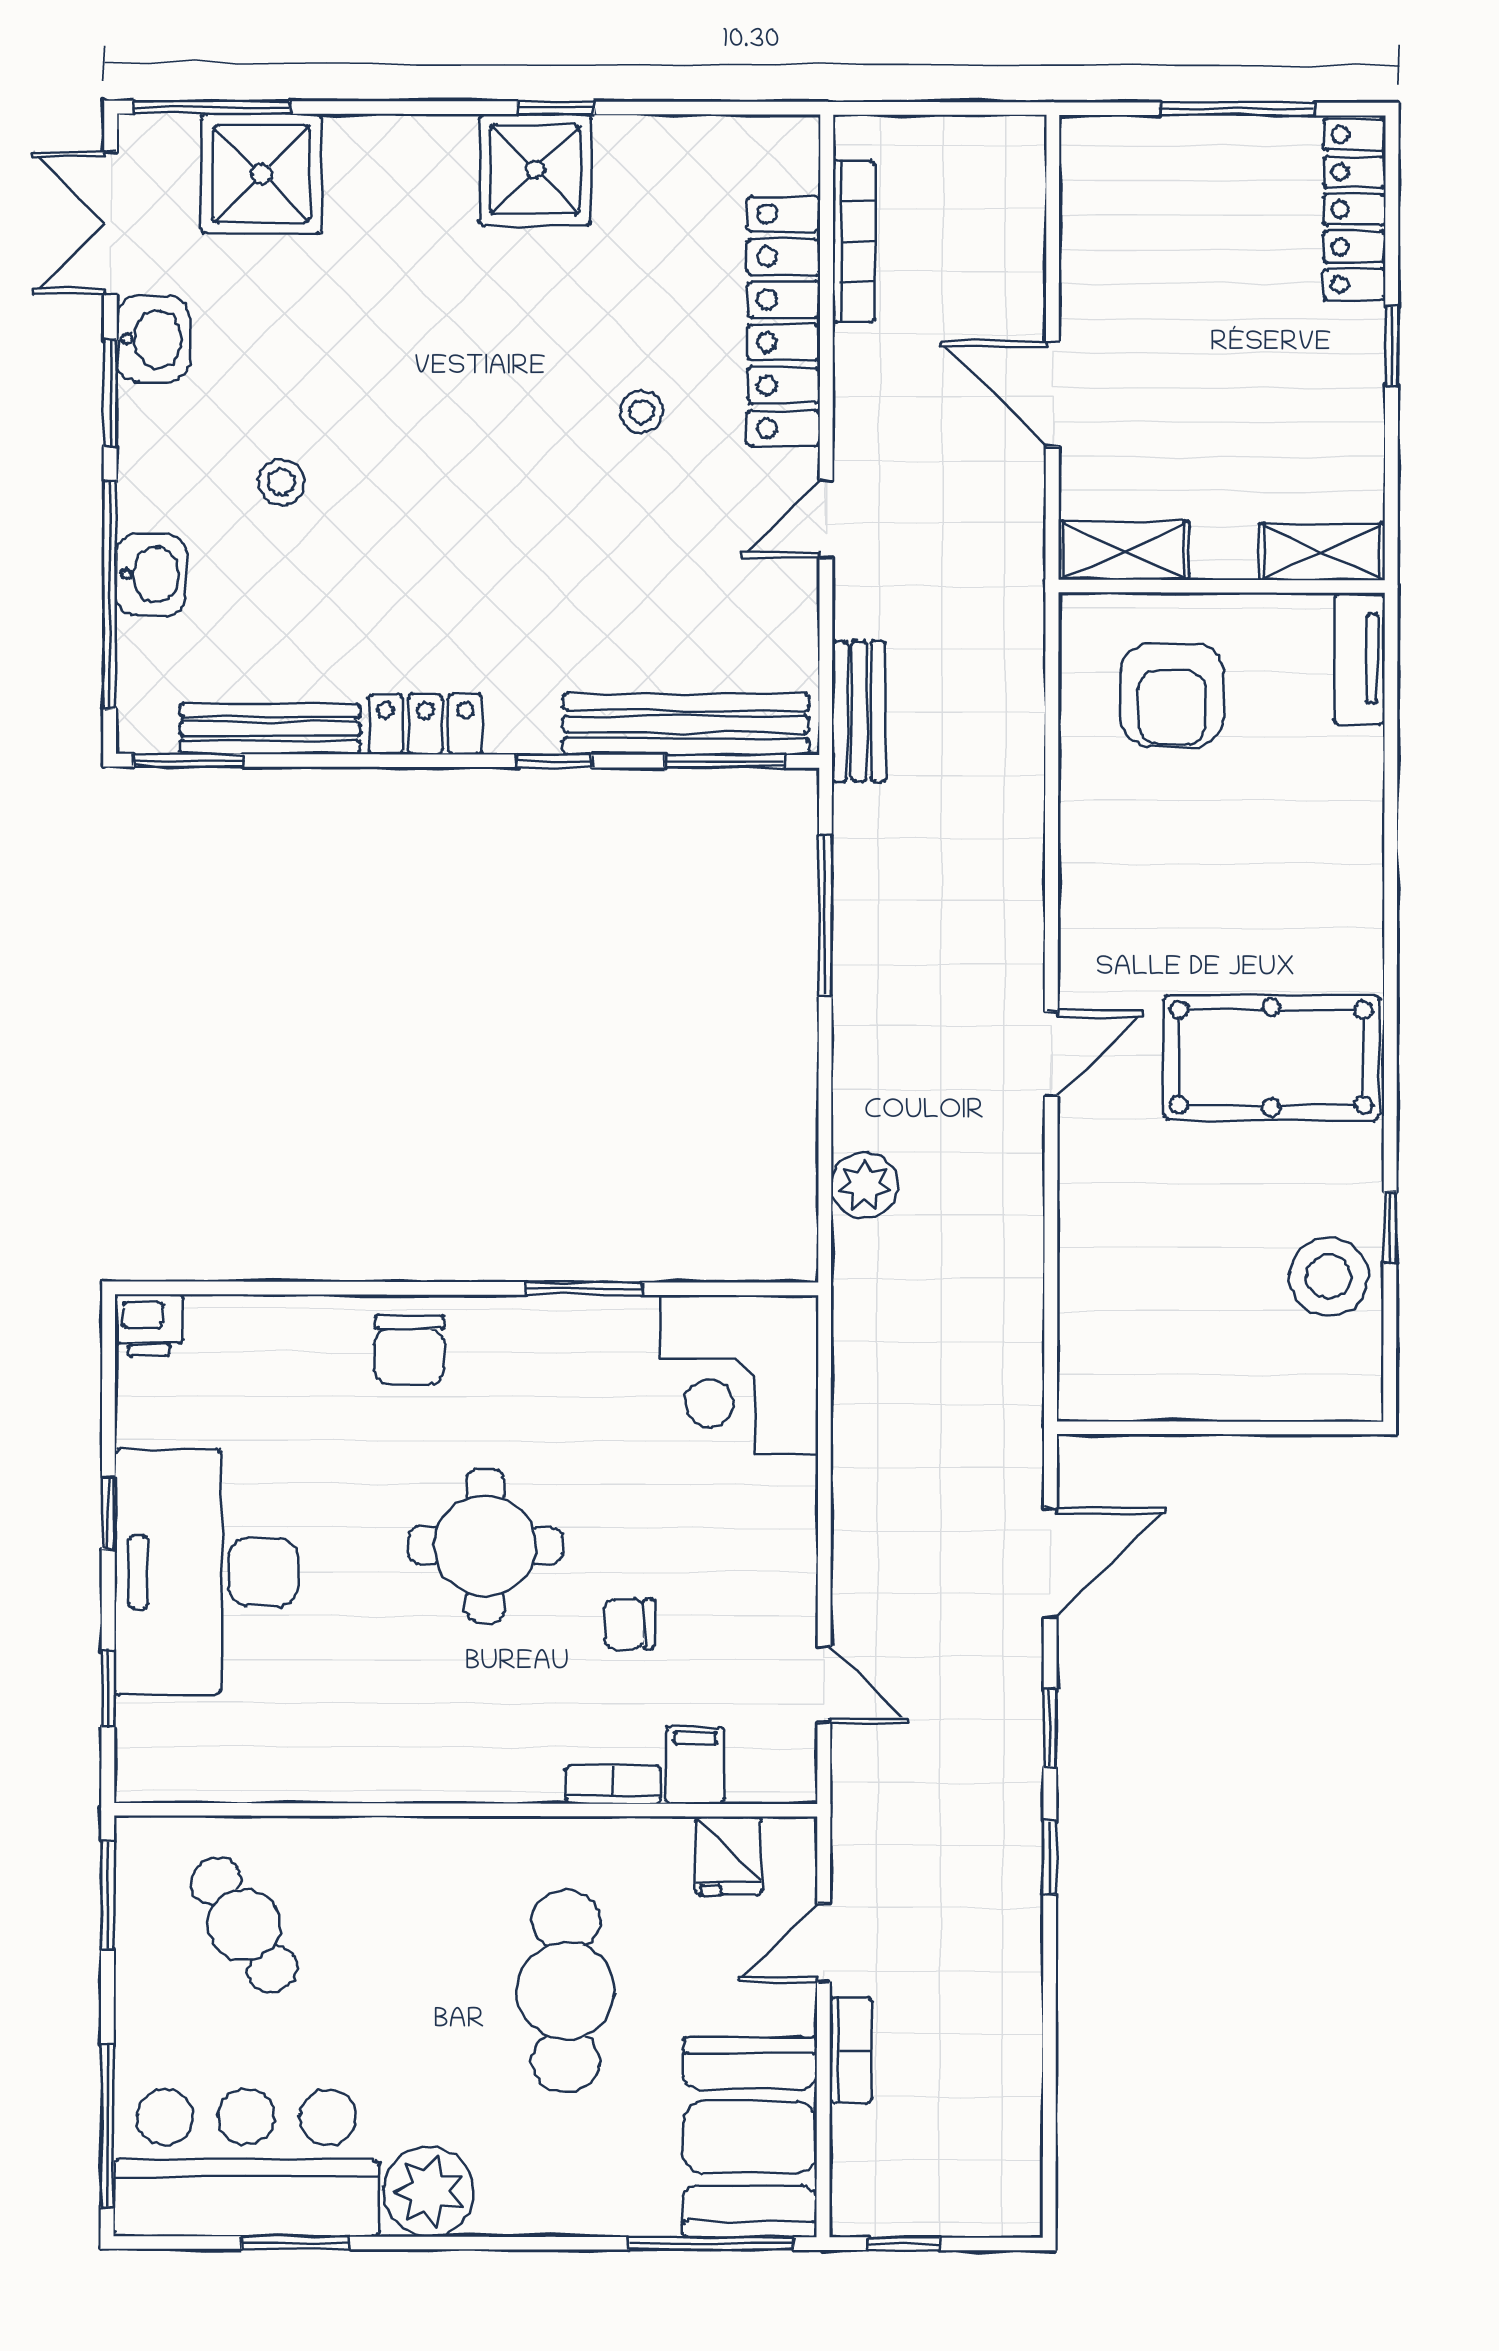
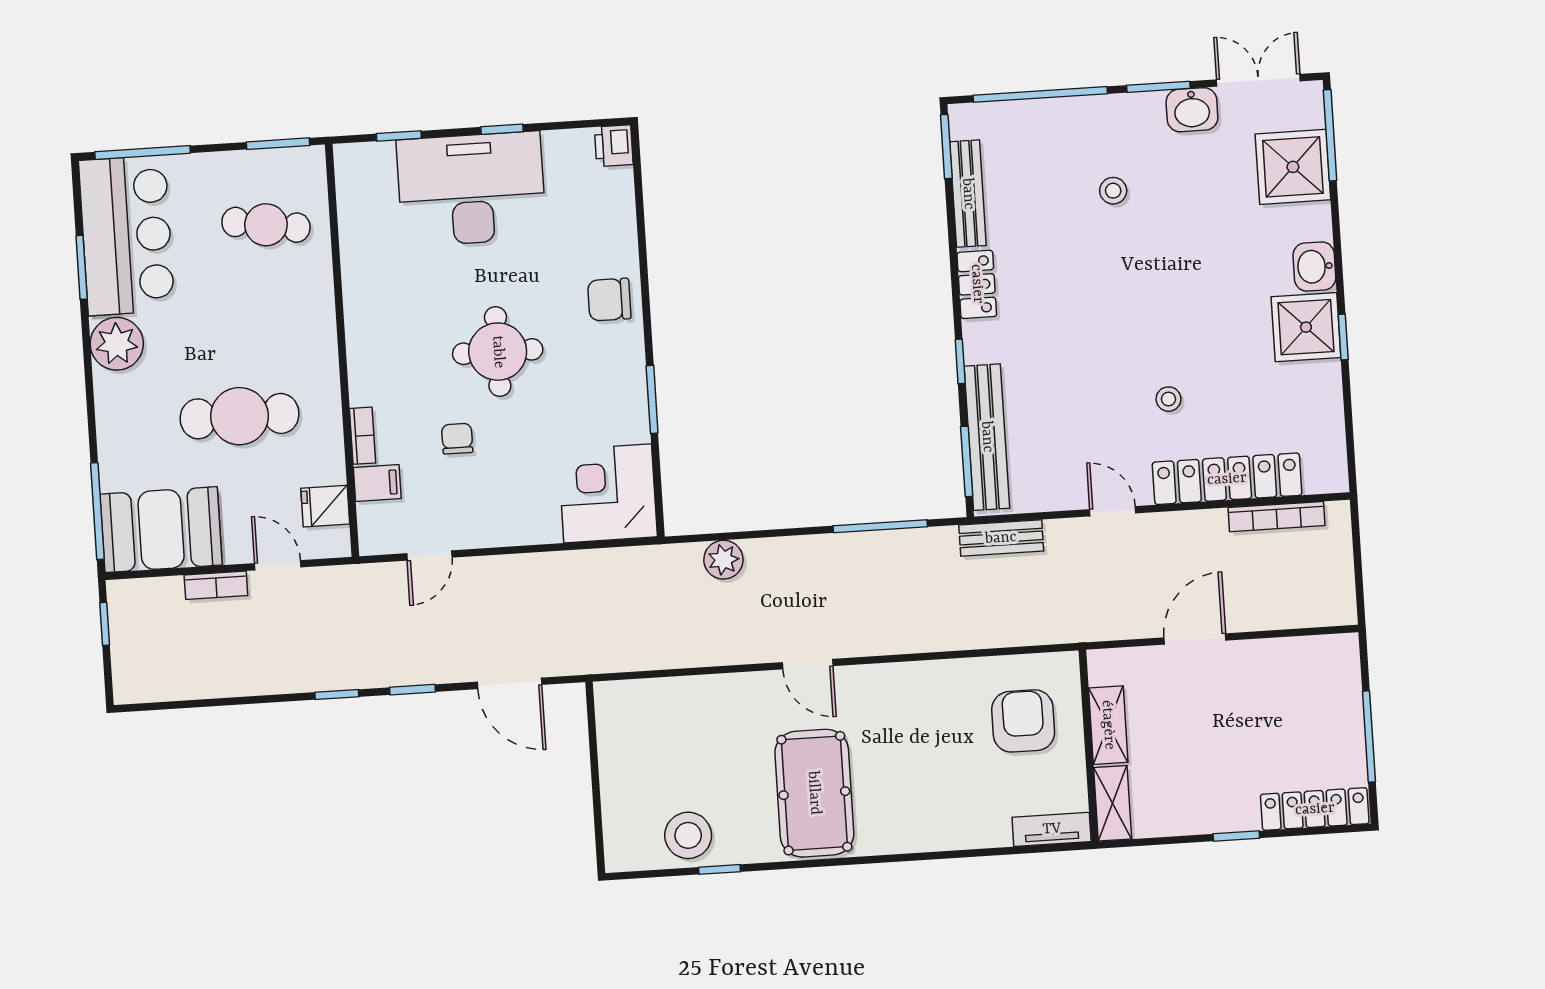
shelving: (1124, 550) -> (1108, 725), moved
washbasin: (151, 575) -> (1314, 267), moved, turned 90
armchair: (1172, 695) -> (1023, 721), turned 90
cafe table: (244, 1925) -> (266, 225), turned 42

